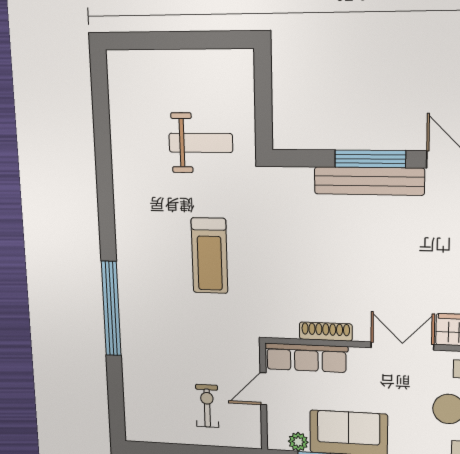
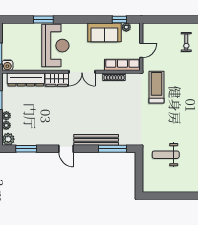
window: (370, 159) -> (112, 149), moved
treadmill: (209, 256) -> (157, 87), moved
exercise bike: (207, 406) -> (186, 42), moved

